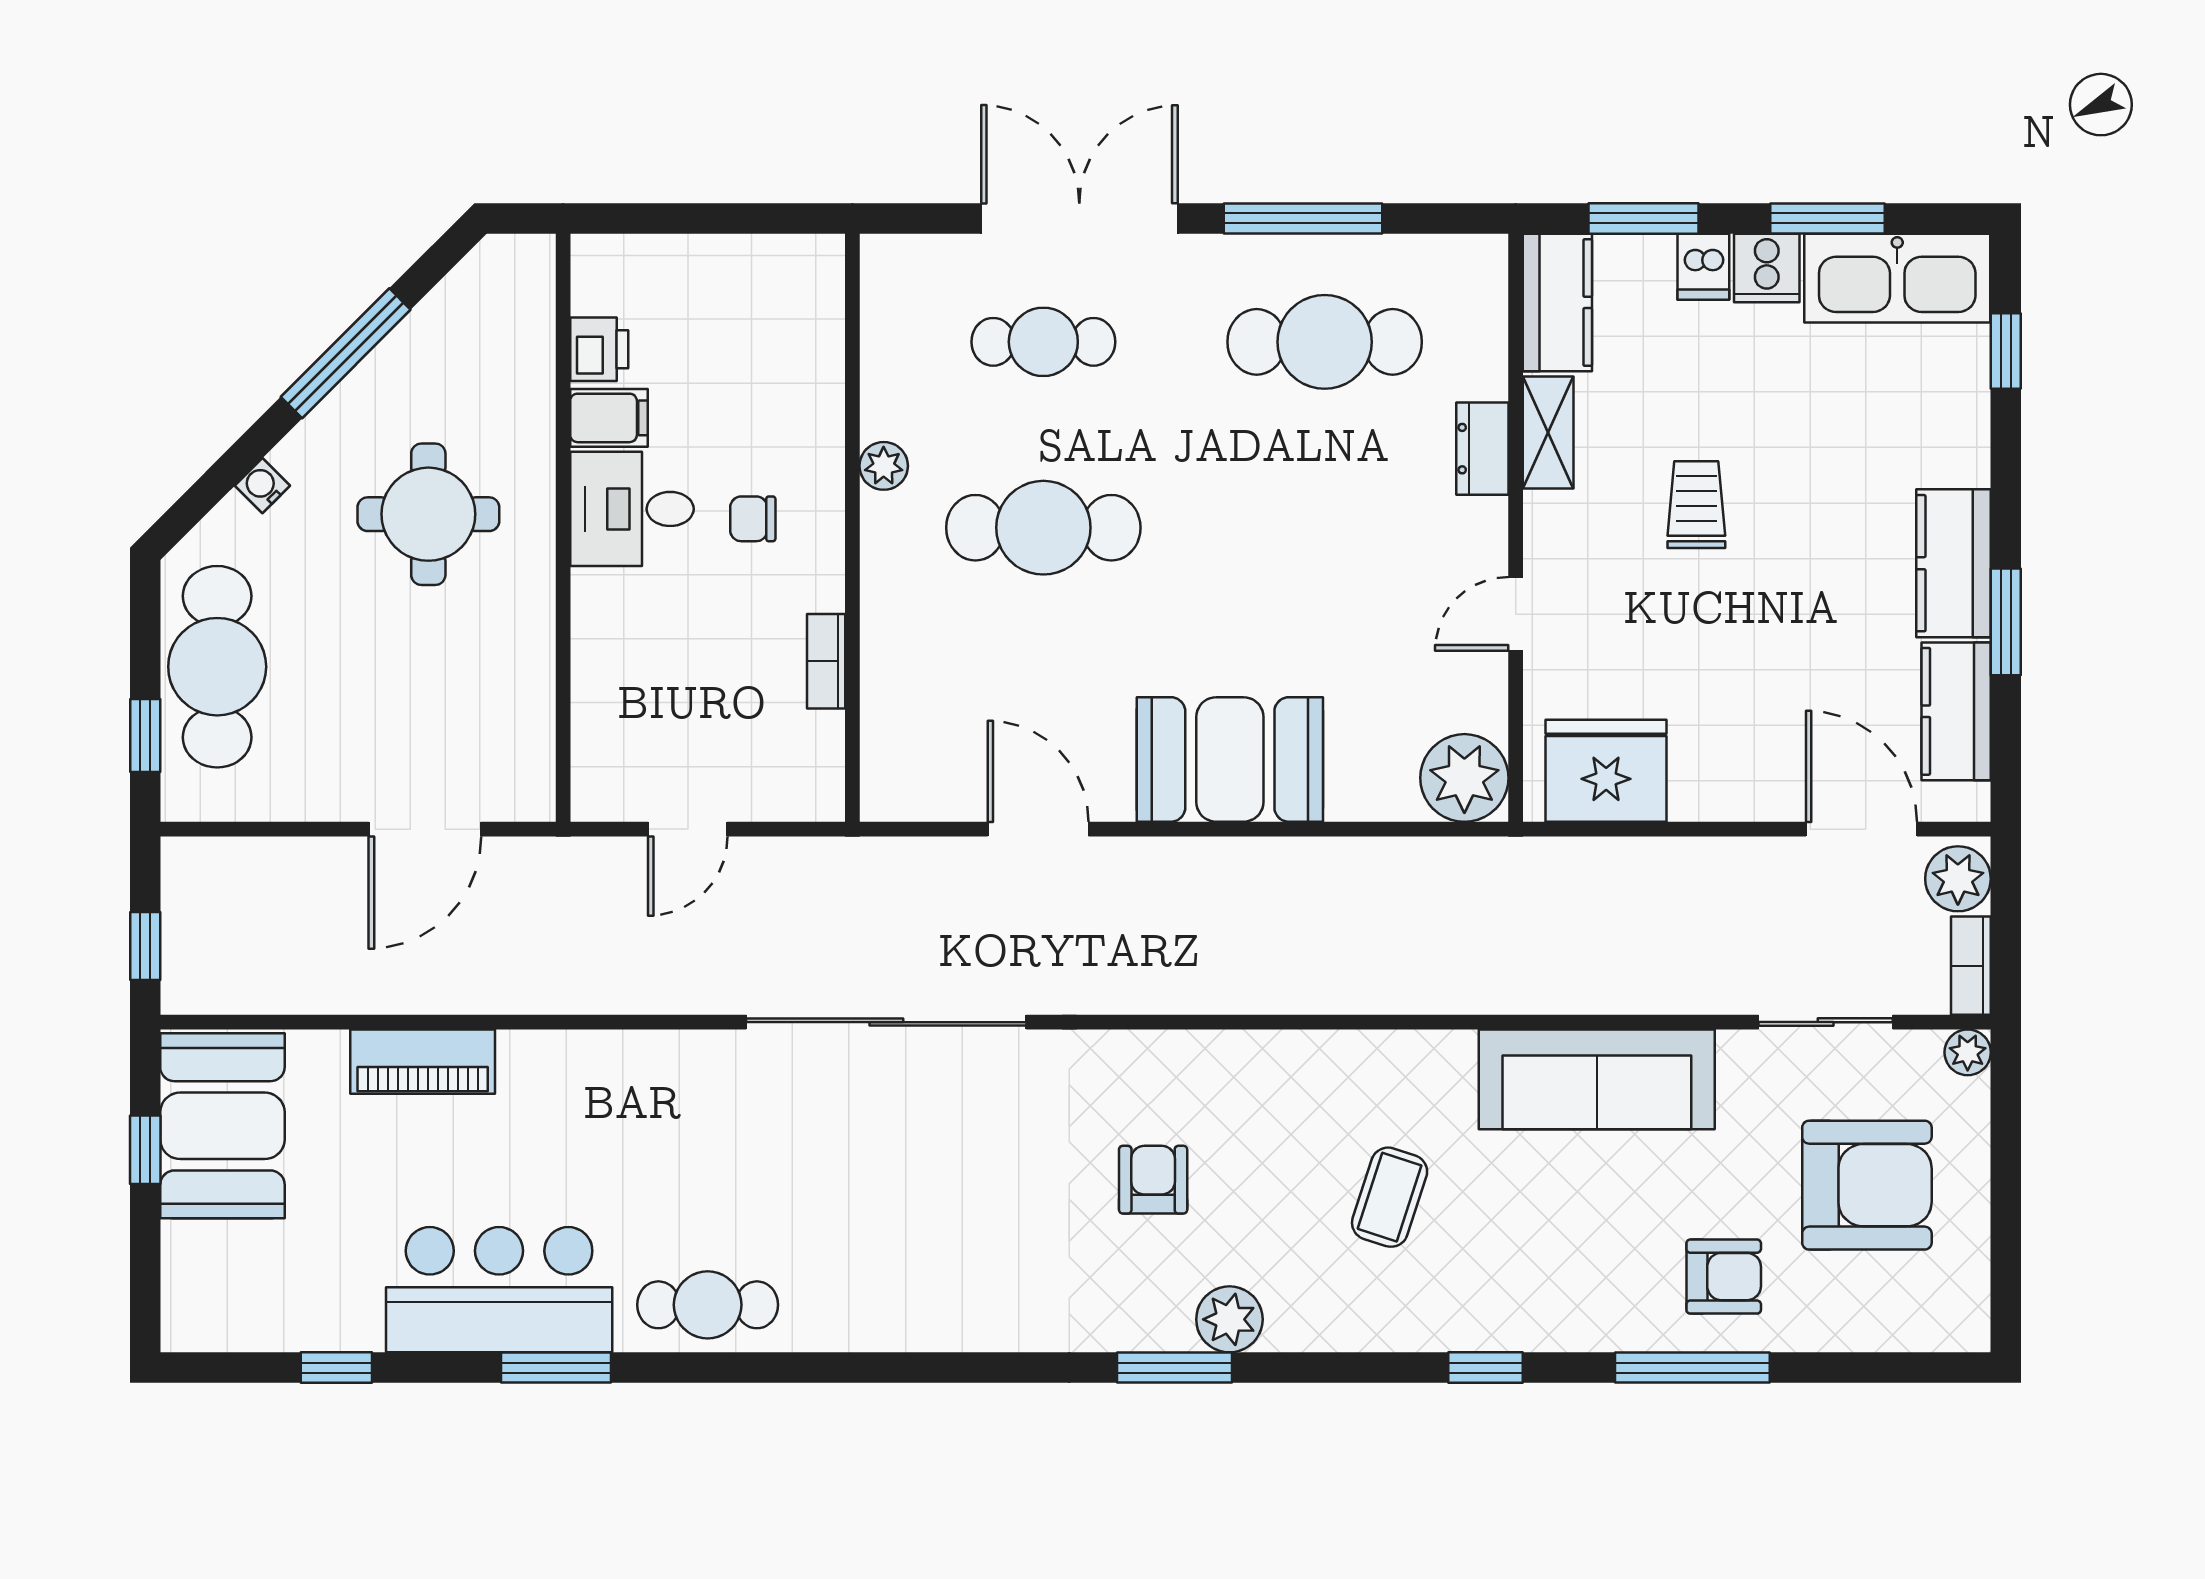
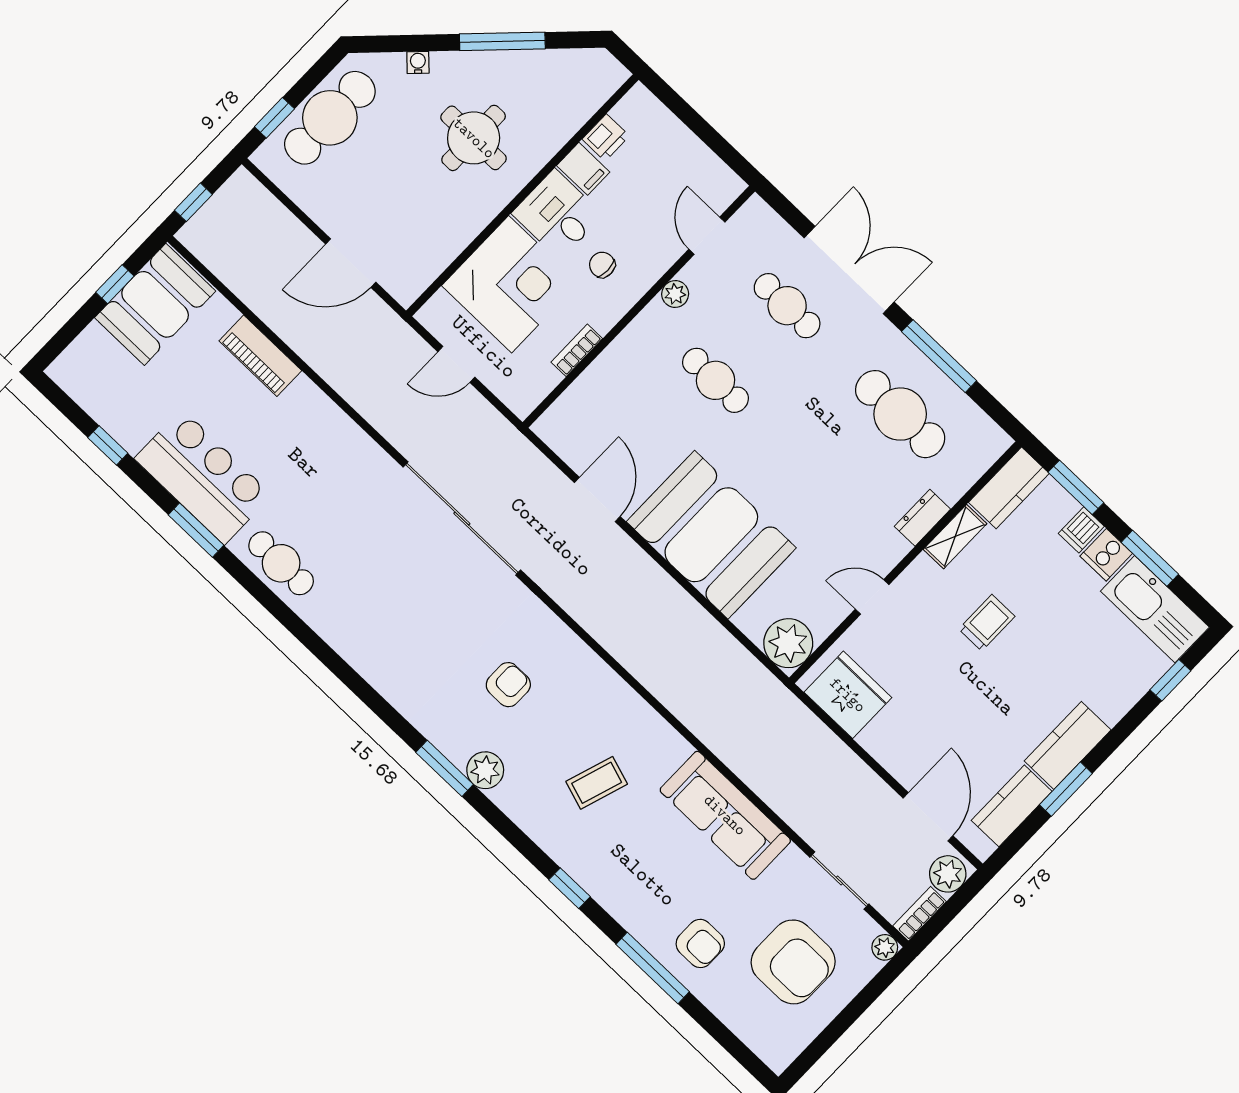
door: (852, 351) -> (707, 236), added
cafe table: (1043, 528) -> (715, 380), width x0.73, depth x0.74
corner desk: (658, 658) -> (510, 284), added
booth: (1230, 759) -> (711, 535), width x1.36, depth x1.42

